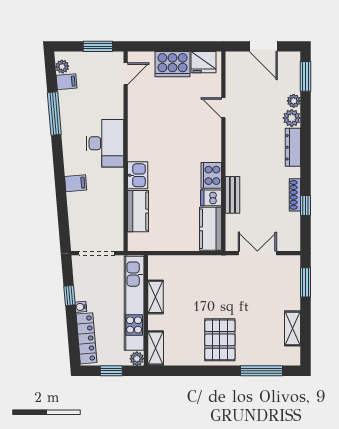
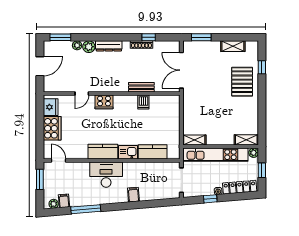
cooker: (211, 175) -> (104, 102), moved
kitchen counter: (211, 229) -> (103, 152), moved, turned 180
double door: (257, 253) -> (181, 70), width x1.37
shelving: (155, 297) -> (194, 140), moved
pallet: (220, 340) -> (242, 82), moved, turned 90
window: (262, 371) -> (262, 67), width x0.46

